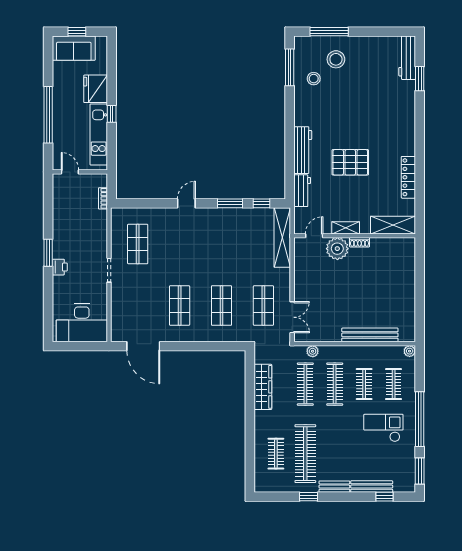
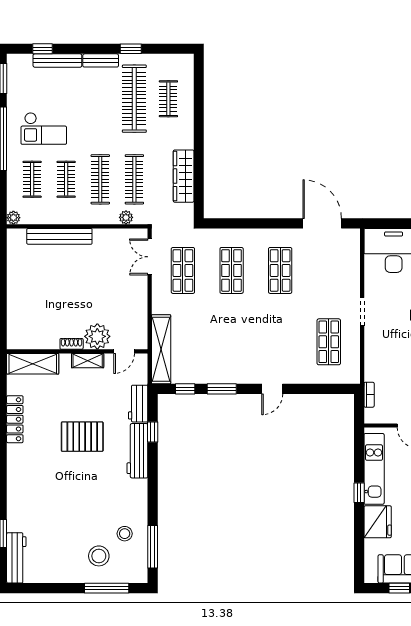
window: (290, 166) -> (153, 432), added

